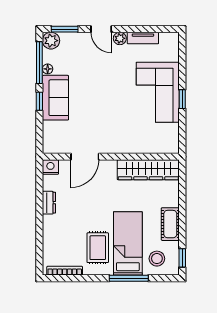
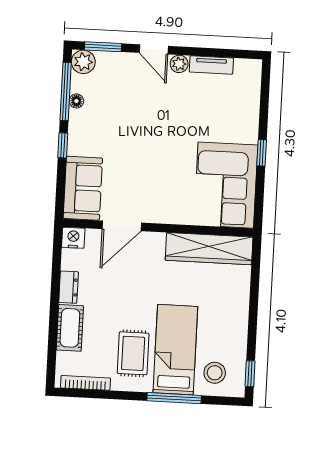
corner sofa: (158, 92) -> (226, 185), moved
sofa: (55, 98) -> (83, 188), moved
cot: (170, 224) -> (70, 328), moved

